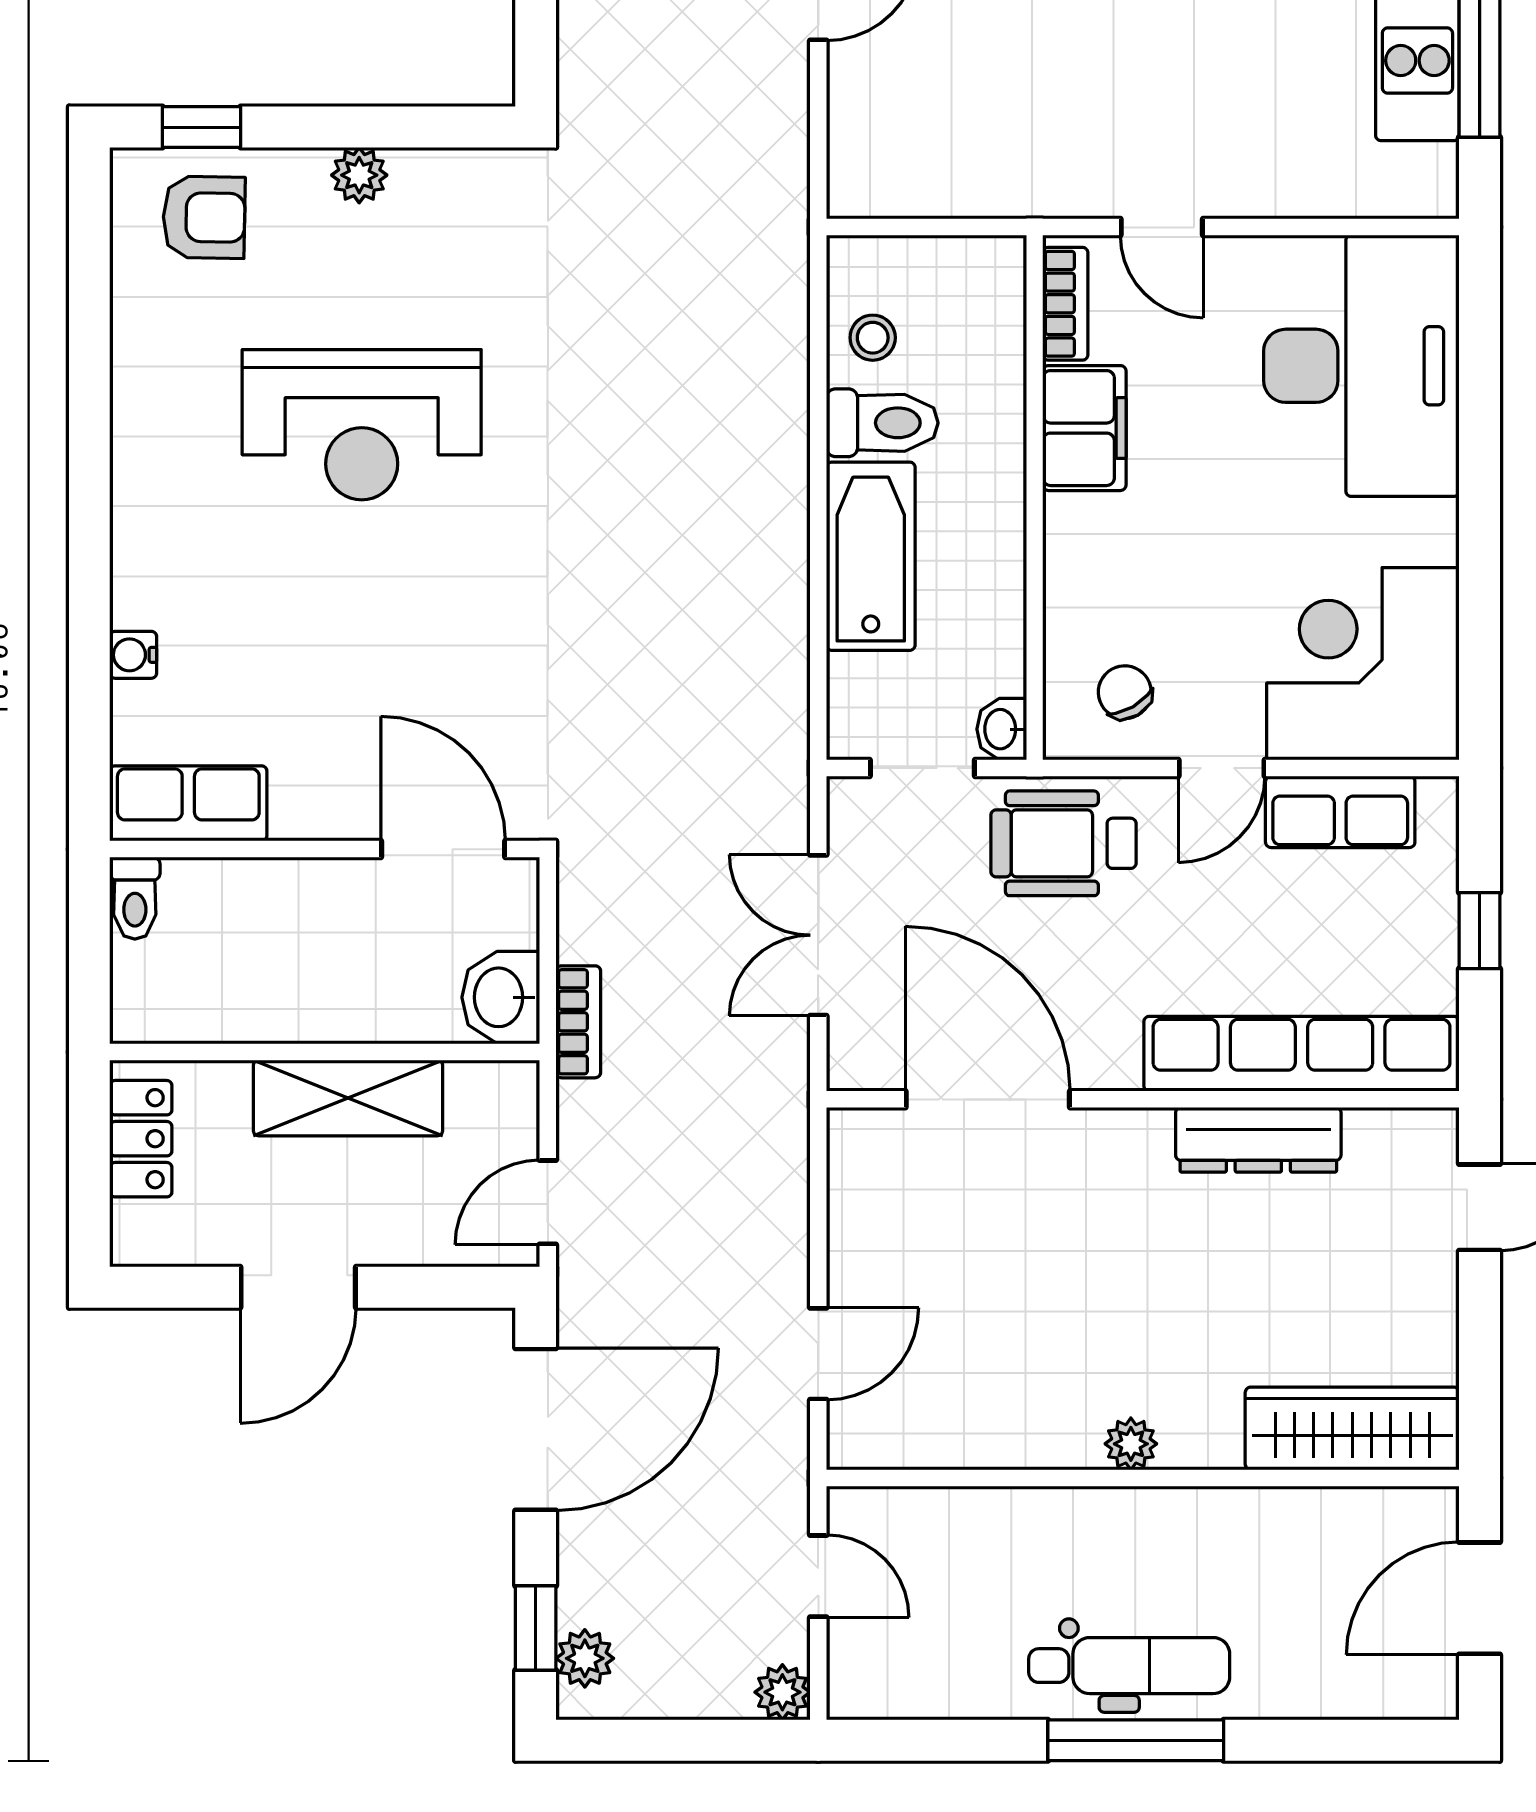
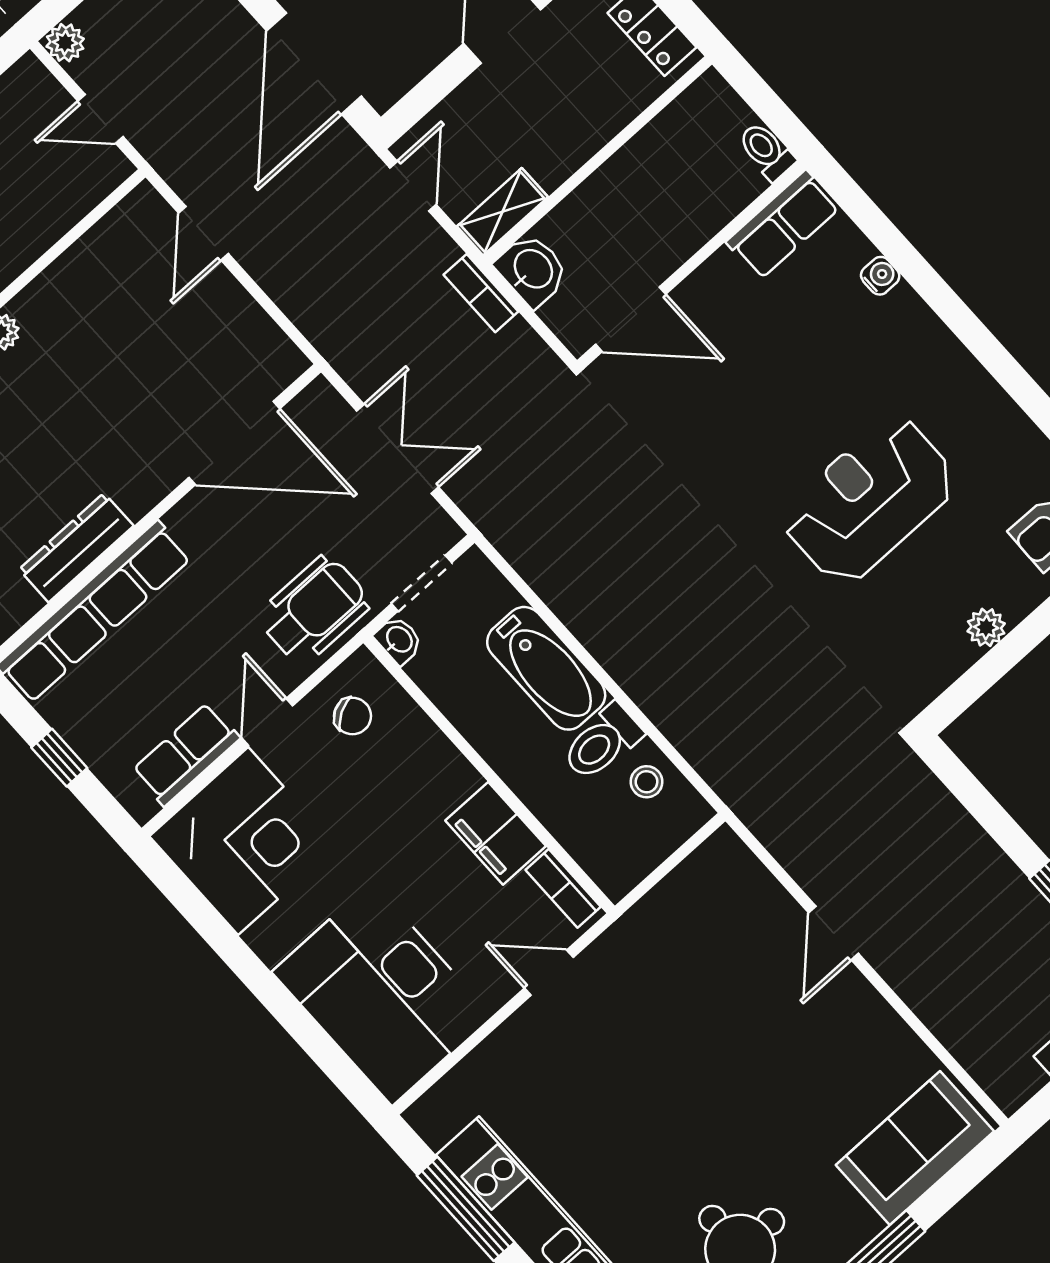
shelving: (348, 1098) -> (502, 212), moved, width x0.67, depth x0.75

